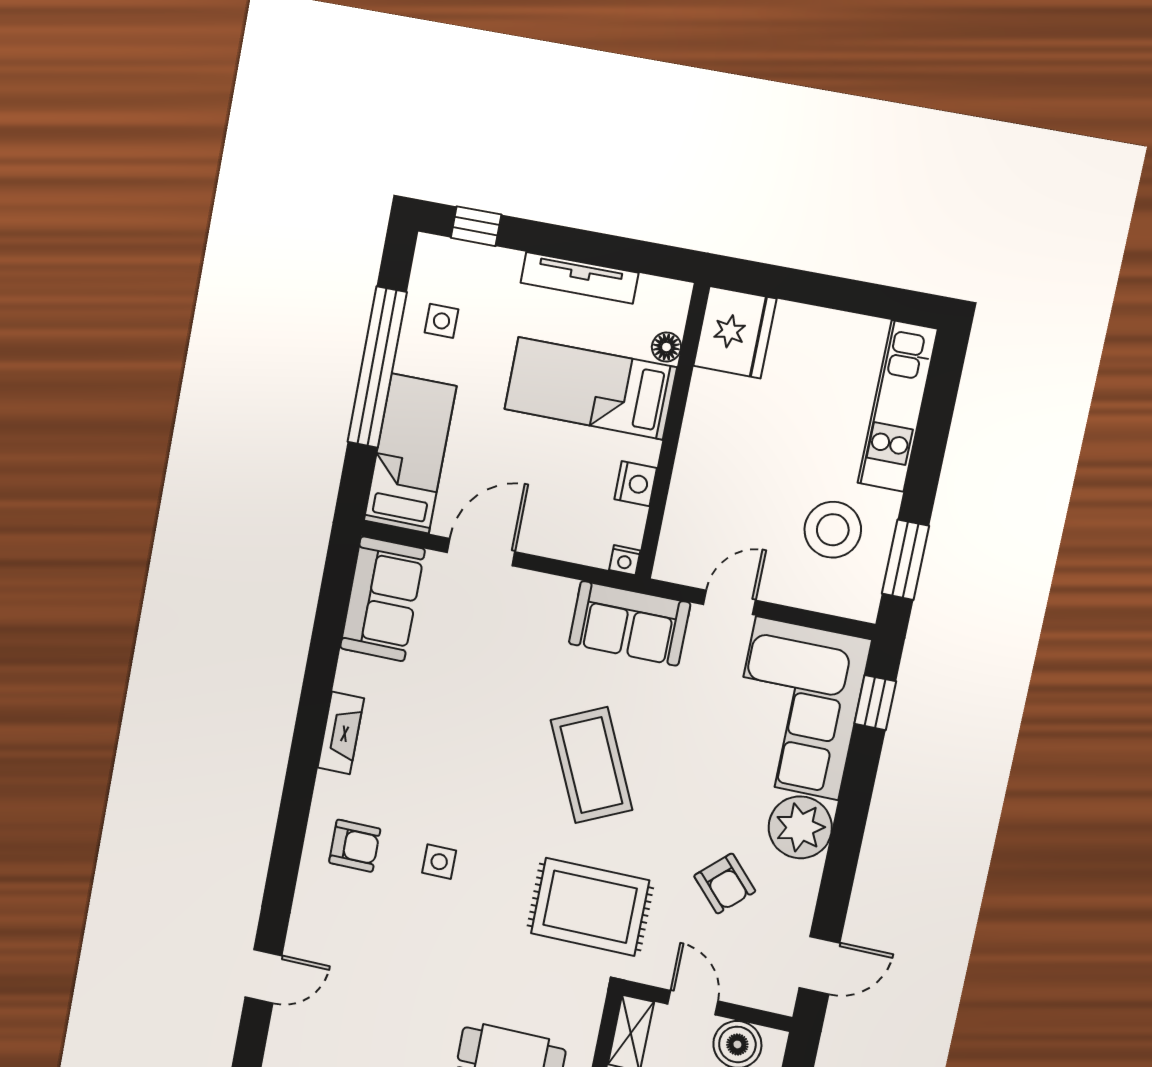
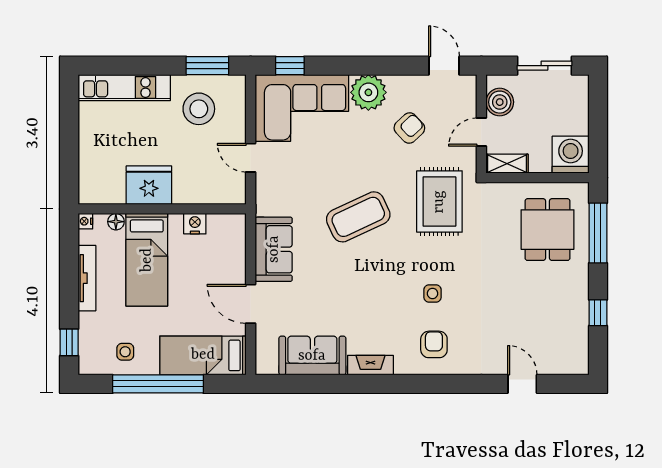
fridge: (735, 332) -> (149, 185), moved
nightstand: (625, 560) -> (85, 221), moved, turned 180
sofa: (382, 599) -> (312, 356), moved
sofa: (629, 623) -> (274, 249), moved

